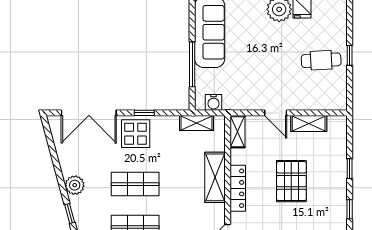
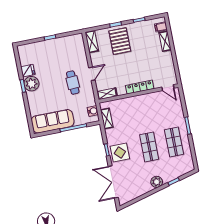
cafe table: (321, 60) -> (73, 83), moved
double door: (89, 113) -> (113, 182), swing flipped
shelving: (309, 124) -> (92, 42), moved
shelving: (215, 177) -> (136, 102), removed
pallet: (291, 181) -> (120, 41), moved, turned 90

